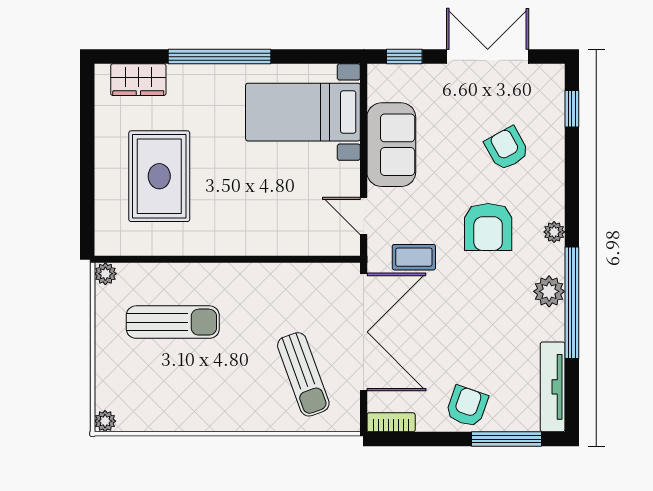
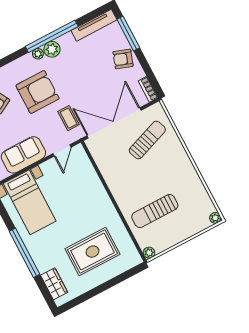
armchair: (488, 227) -> (37, 92), width x1.36, depth x1.36
plant: (554, 232) -> (38, 54), moved
sun lounger: (173, 322) -> (155, 211), turned -90

